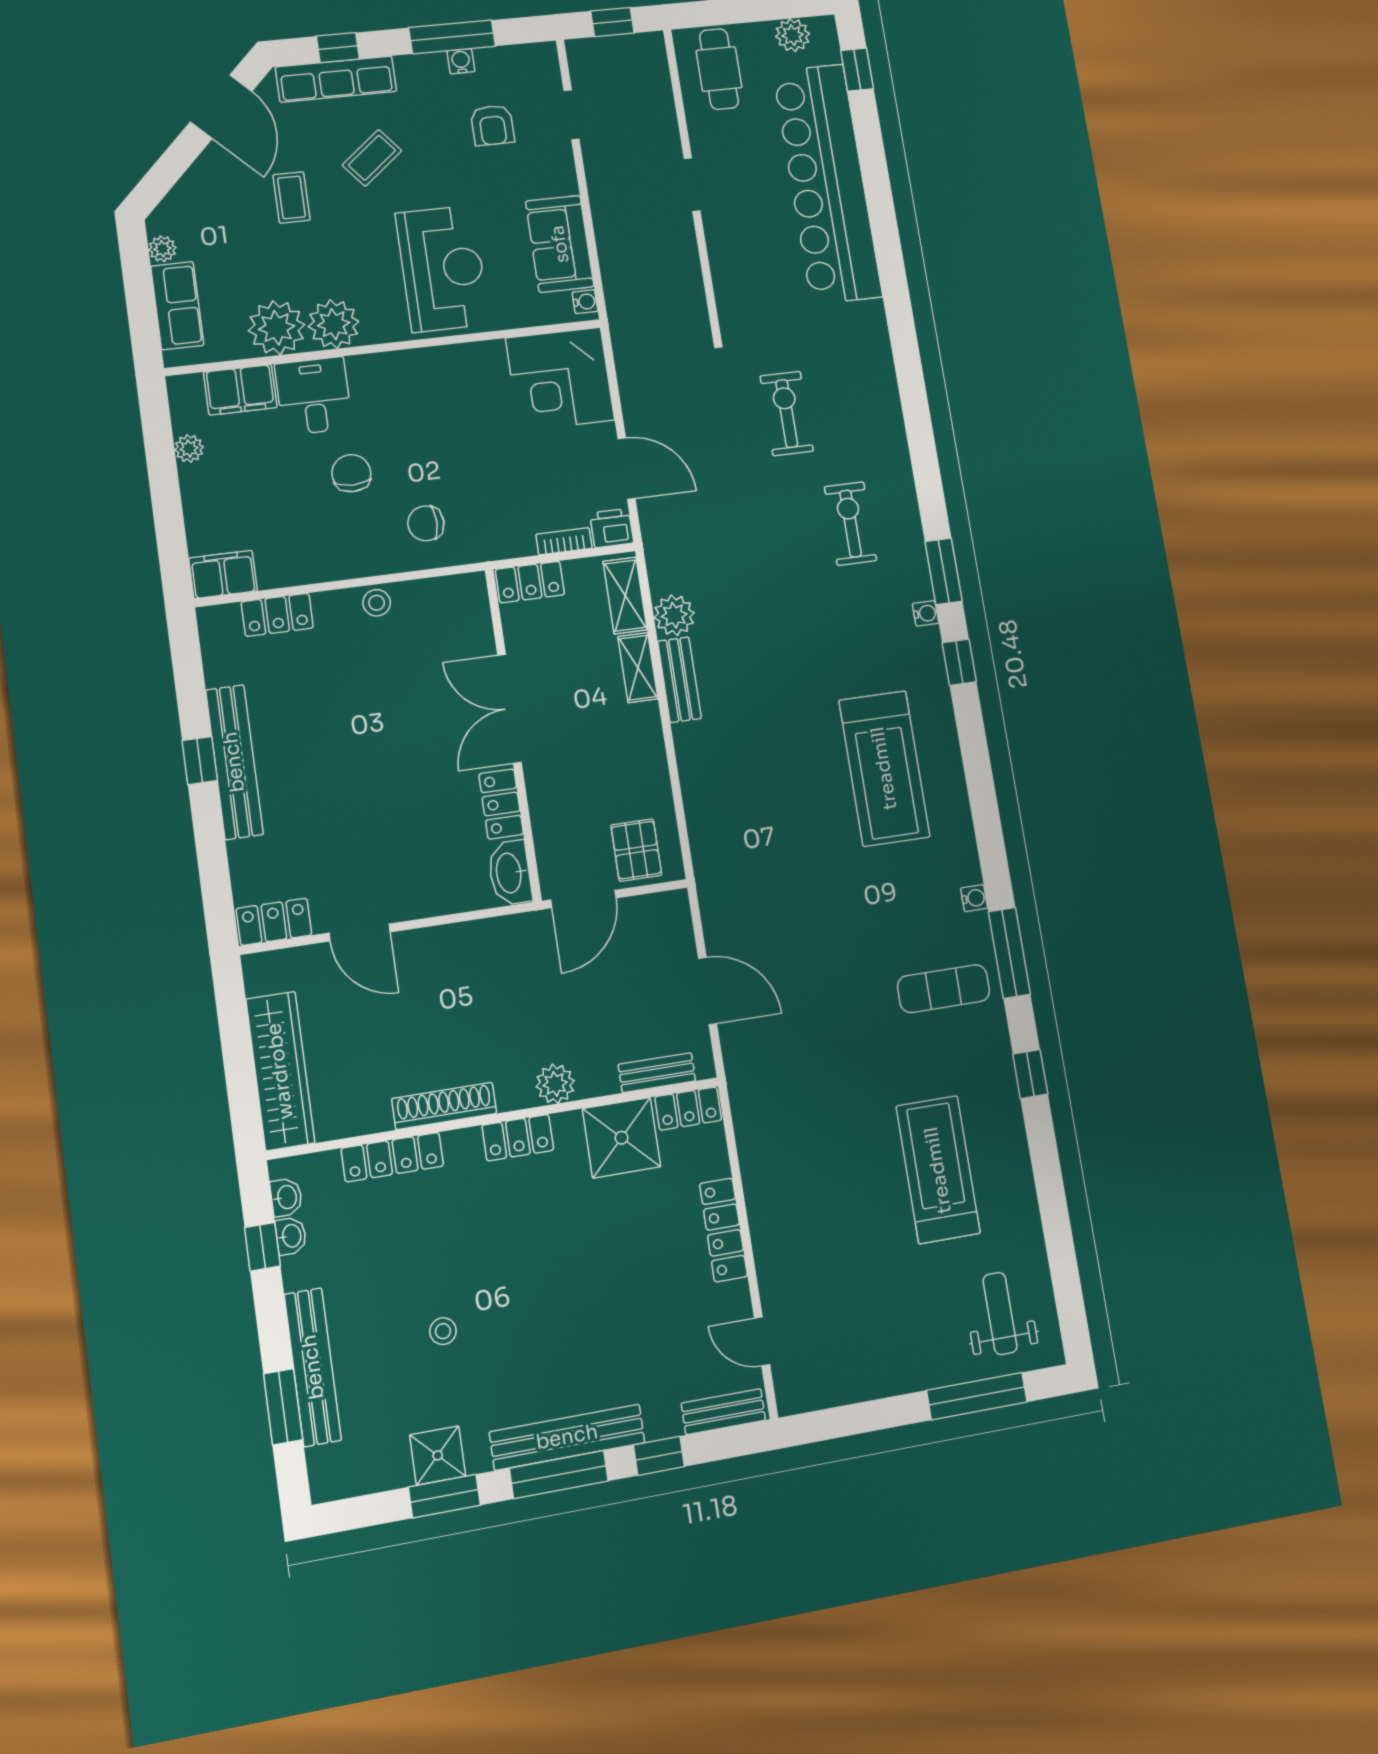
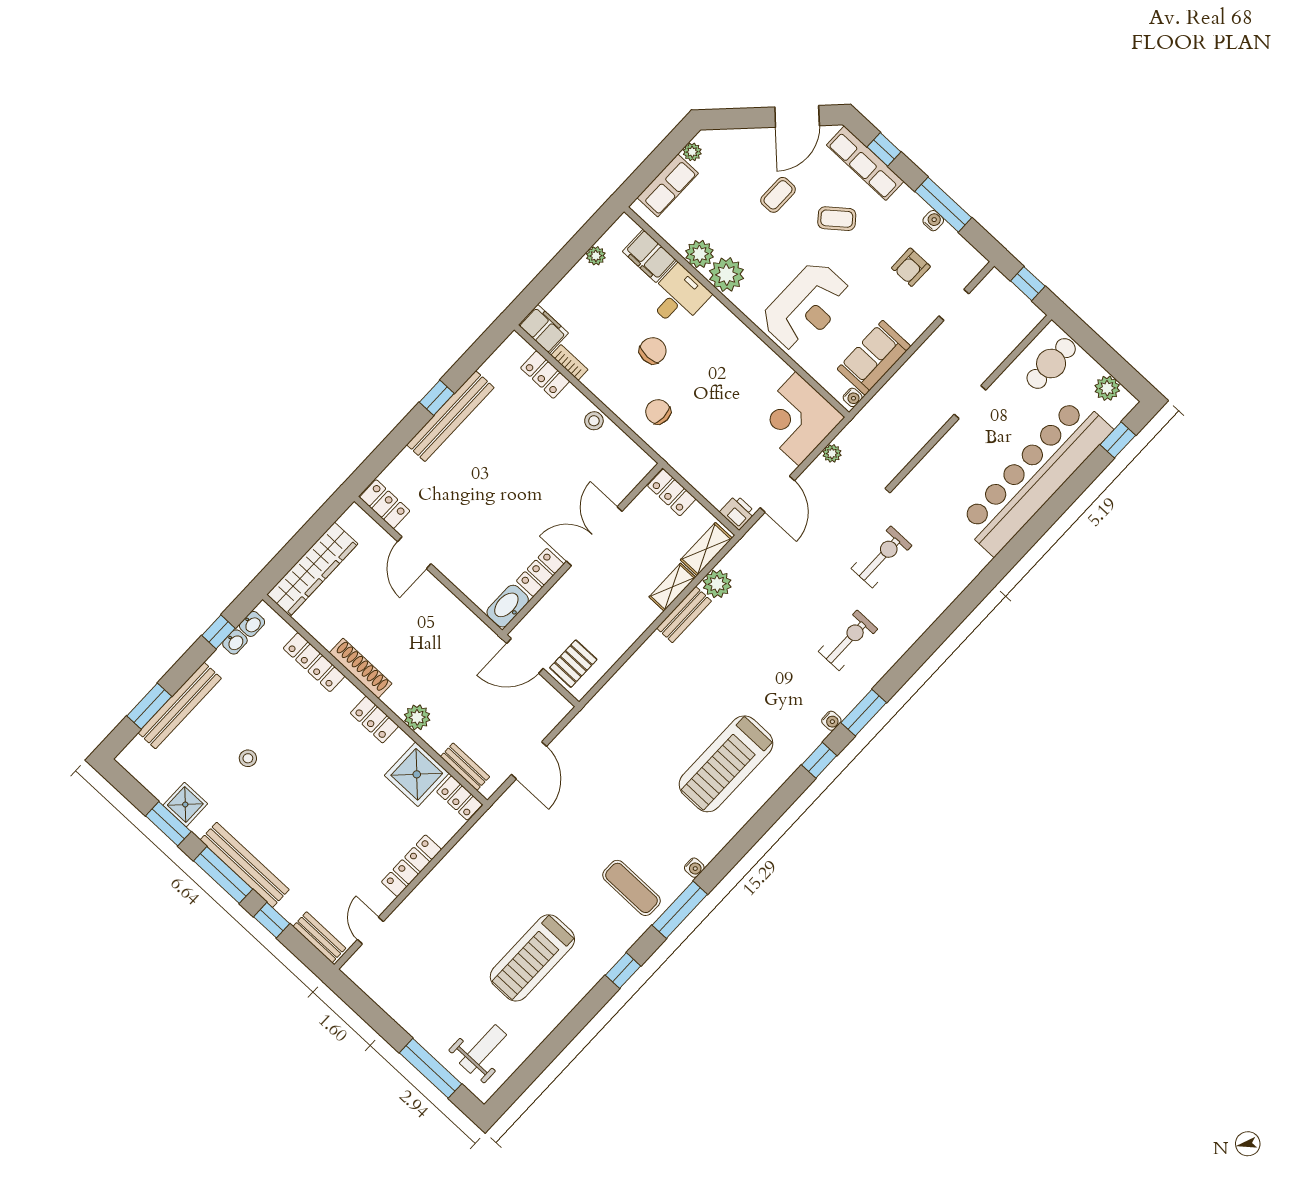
plant: (277, 328) -> (700, 254), width x0.73, depth x0.73
plant: (629, 373) -> (832, 453), added
bookcase: (564, 541) -> (569, 362), moved
treadmill: (938, 1170) -> (532, 958), turned 180

